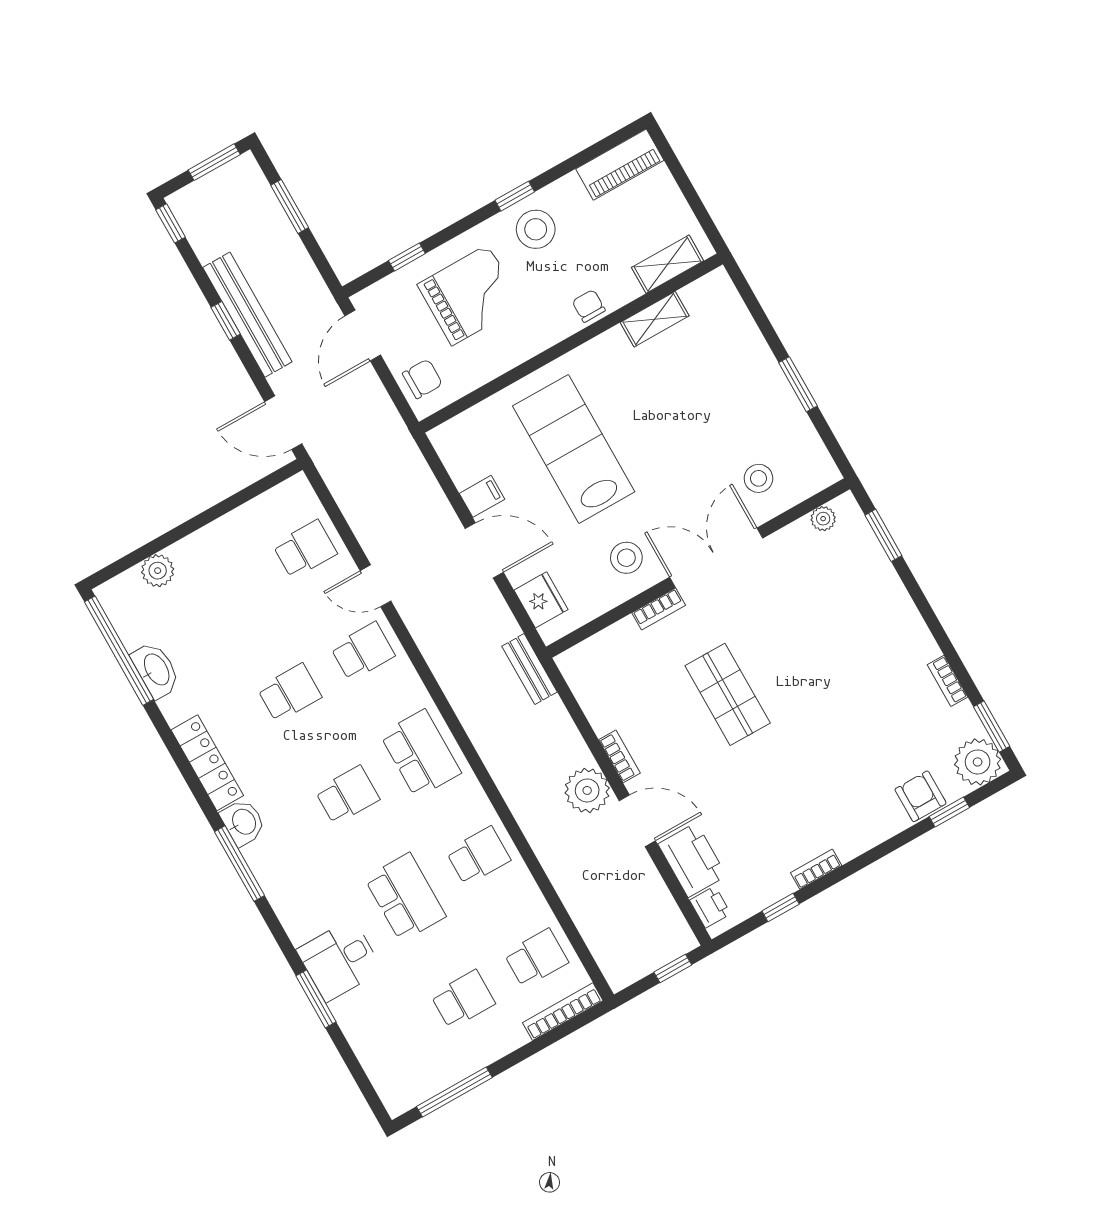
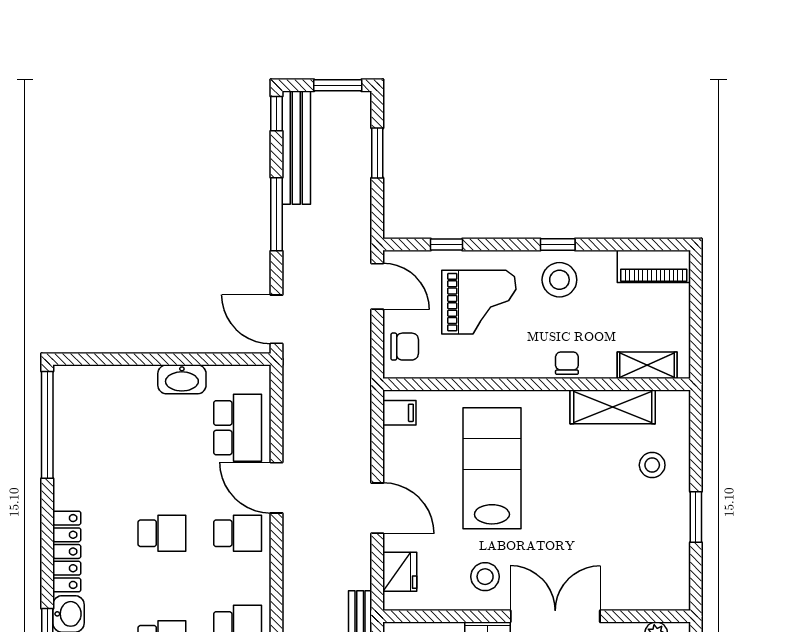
bench: (247, 315) -> (296, 148), moved
shelving: (655, 319) -> (613, 407), width x1.50, depth x1.33
window: (226, 321) -> (277, 214), width x2.17
door: (363, 336) -> (377, 286), swing flipped
stool: (758, 478) -> (652, 465), moved
filing cabinet: (482, 496) -> (399, 413), moved
school desk: (305, 549) -> (238, 428), width x1.85
plant: (158, 571) -> (113, 379), removed
door: (376, 586) -> (277, 488), width x1.38
washbasin: (156, 670) -> (182, 379), moved, turned 90

